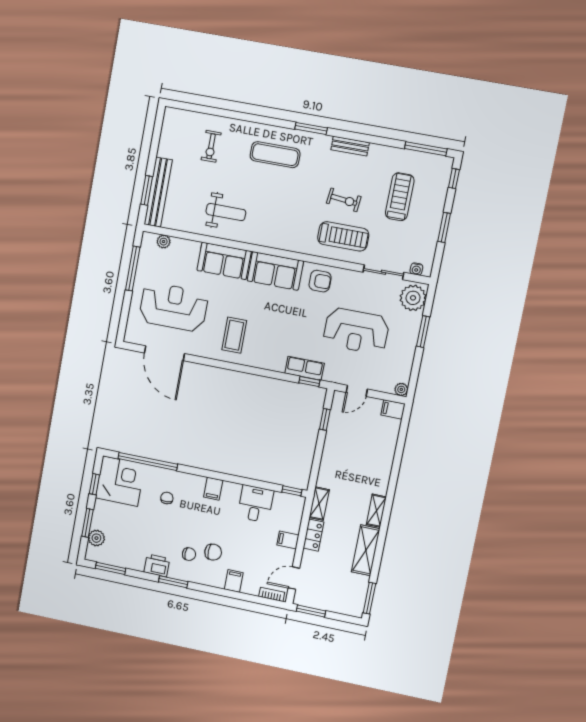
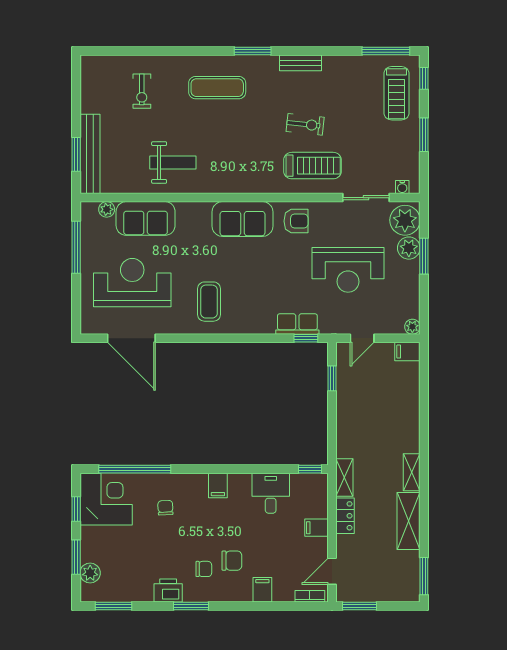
treadmill: (400, 197) -> (397, 93), moved, turned 180
sofa: (224, 261) -> (146, 218), moved
plant: (412, 322) -> (409, 248), added

